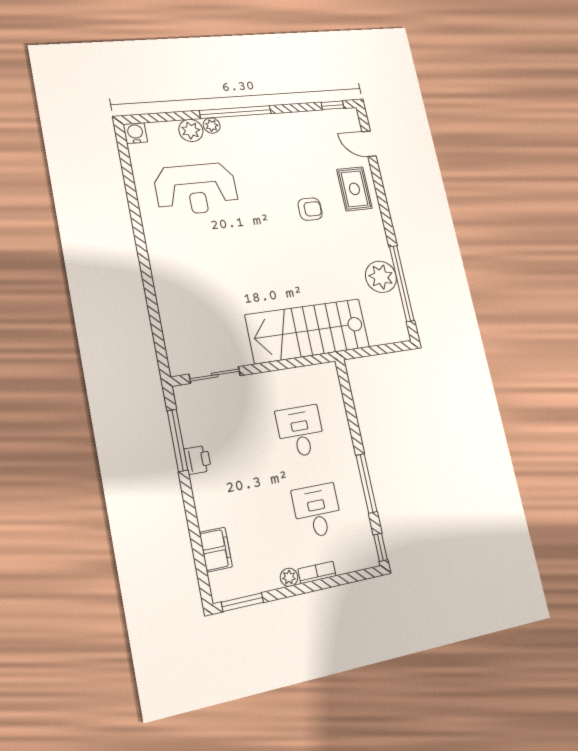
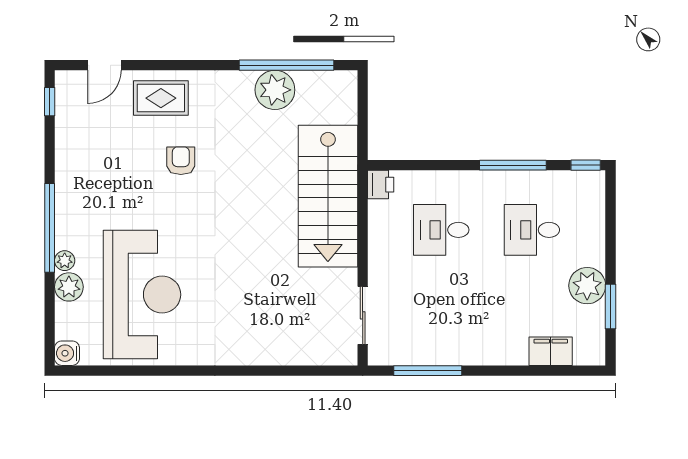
reception desk: (196, 189) -> (142, 295), width x1.36, depth x1.30
printer: (198, 460) -> (381, 185), moved, turned 90
bookcase: (317, 572) -> (597, 245), removed
plant: (289, 577) -> (587, 286), width x1.88, depth x1.88
window: (242, 602) -> (610, 307), moved

